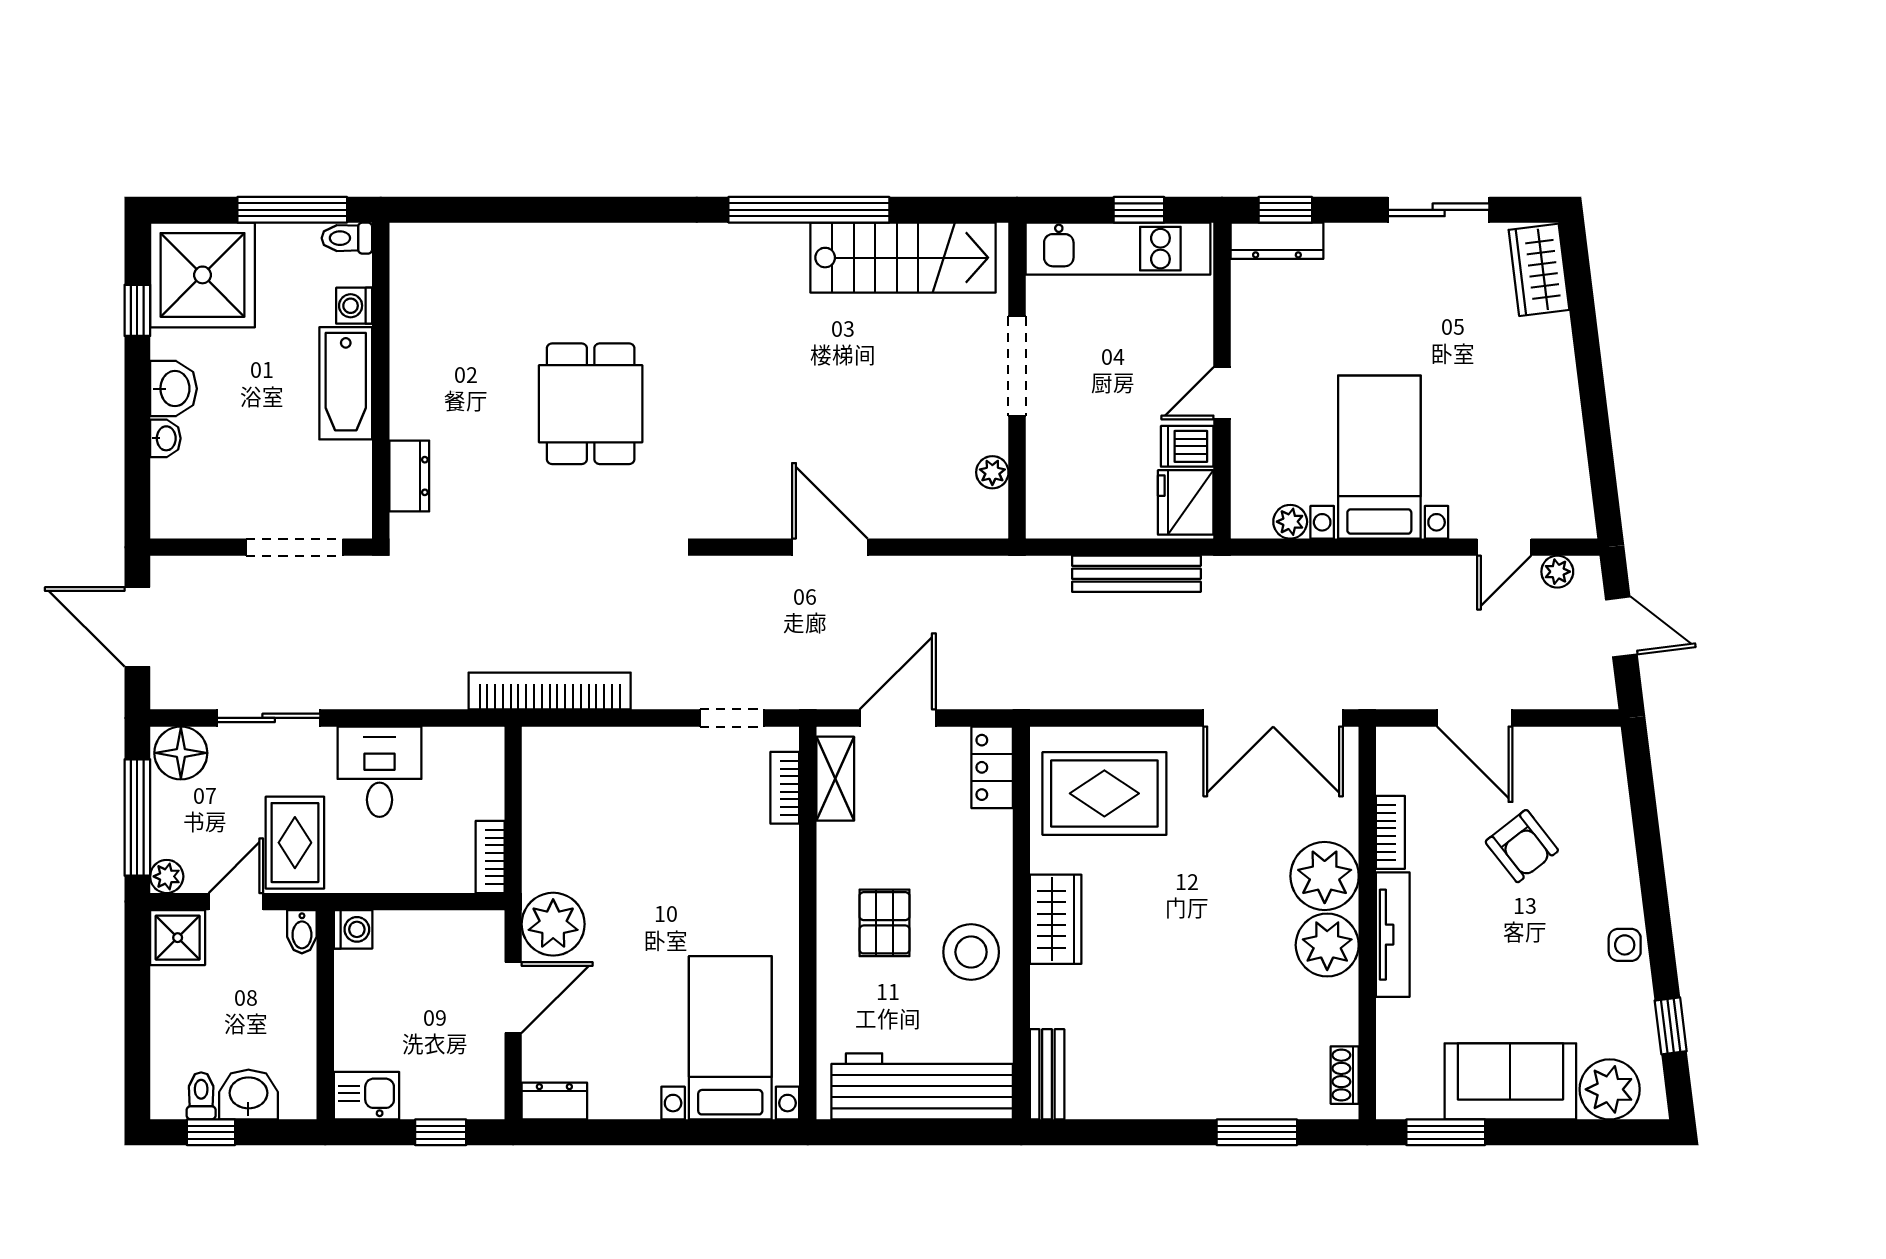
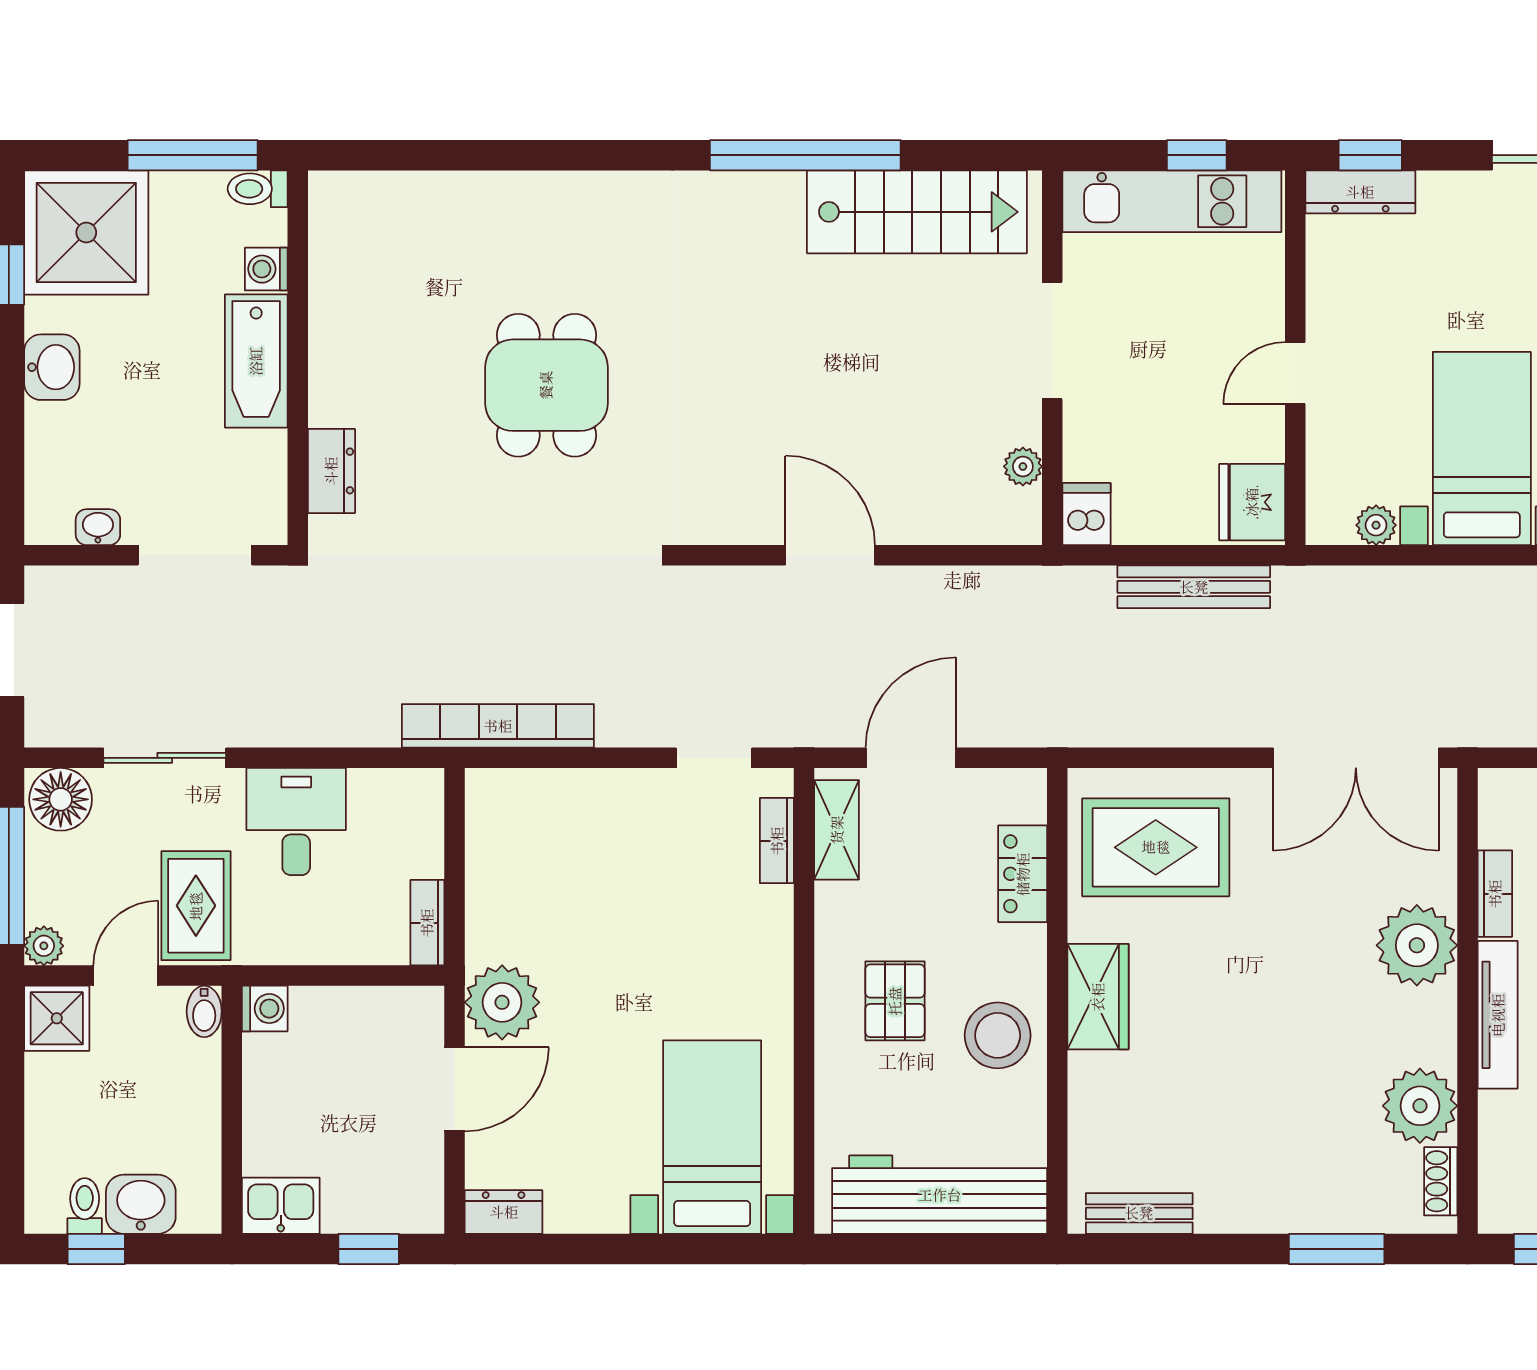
washbasin: (165, 438) -> (98, 527), moved, turned -90
dishwasher: (1187, 446) -> (1086, 514), moved, turned 90
locker: (992, 767) -> (1023, 874), moved
plant: (1327, 945) -> (1420, 1106), moved
bench: (1047, 1074) -> (1139, 1213), moved, turned 90

